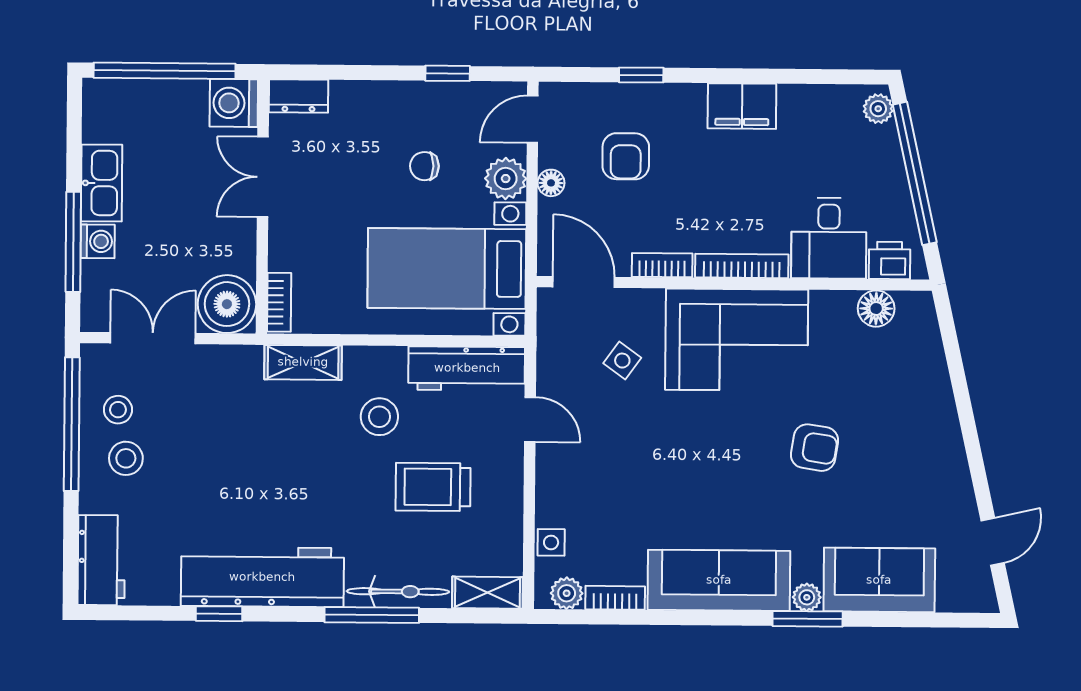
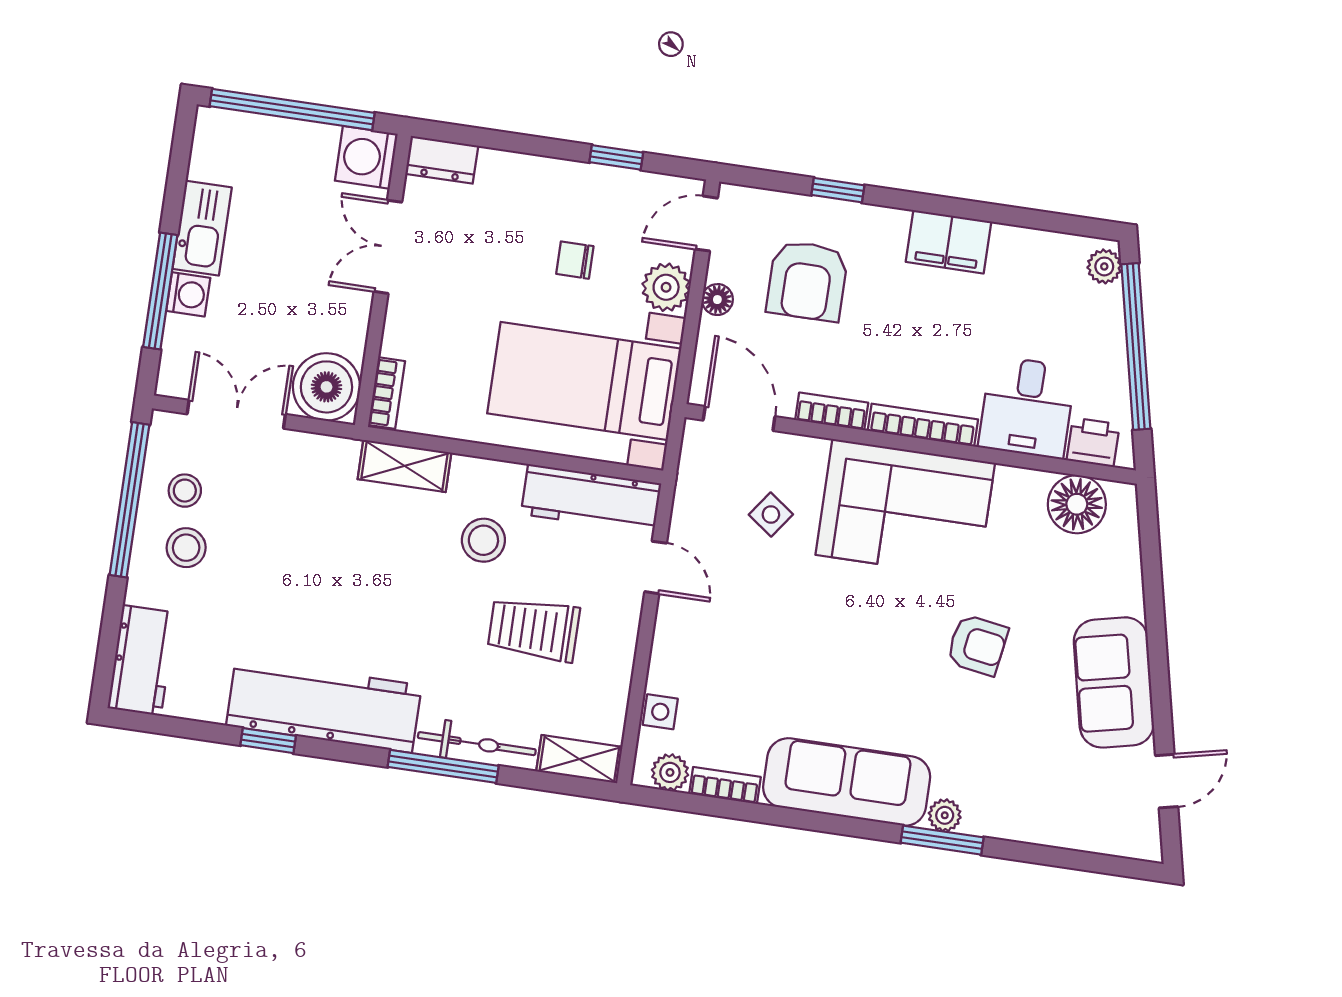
armchair: (626, 156) -> (807, 281), width x1.38, depth x1.38
floor lamp: (876, 309) -> (1077, 504), width x1.38, depth x1.38
sofa: (879, 580) -> (1114, 682), moved, turned -102

